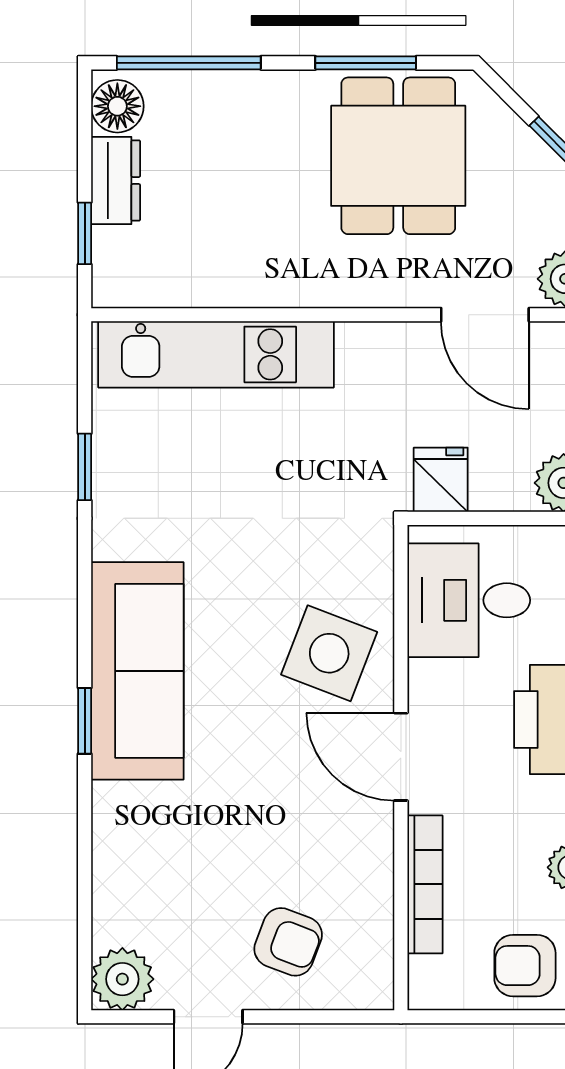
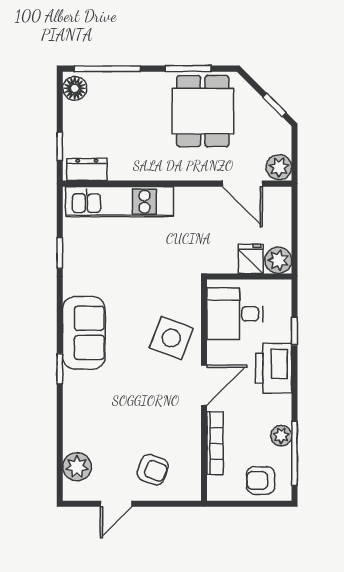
dresser: (116, 180) -> (87, 169), moved, turned -90
fridge: (441, 480) -> (251, 259), moved
sofa: (137, 671) -> (84, 333), width x0.73
door: (401, 757) -> (204, 385), swing flipped
plant: (122, 979) -> (77, 467), moved

